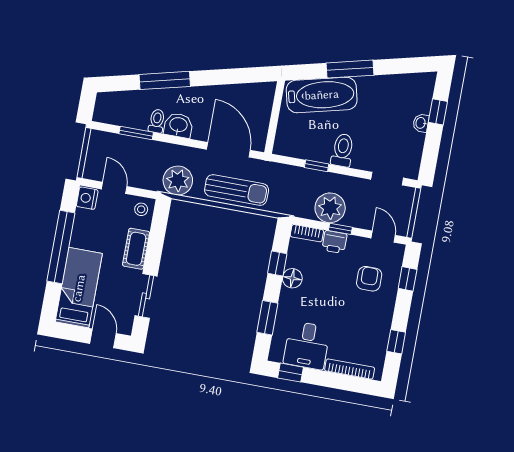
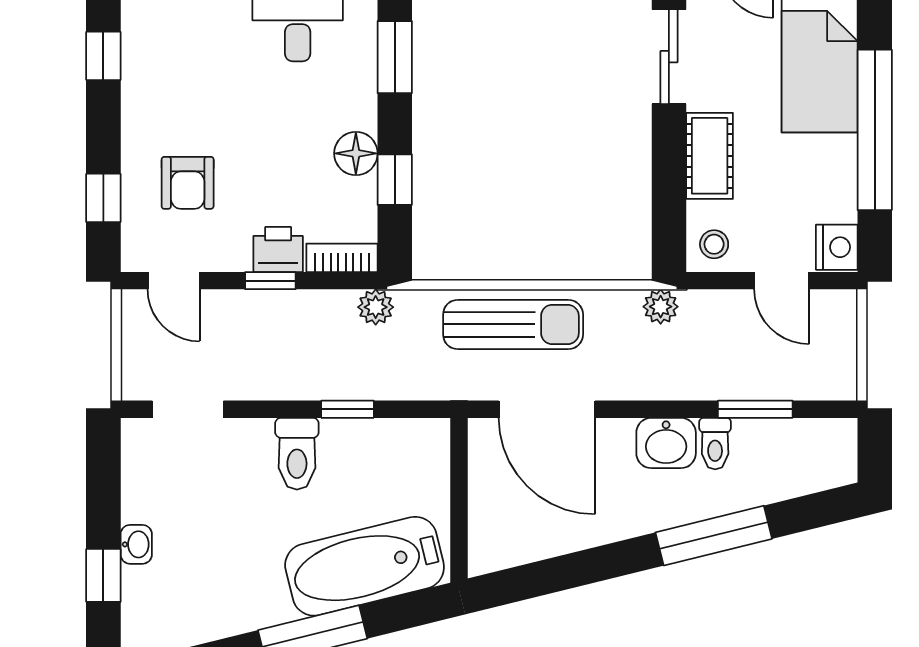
plant: (178, 181) -> (661, 307), width x0.53, depth x0.53
sun lounger: (237, 190) -> (513, 324), turned 180
plant: (330, 208) -> (376, 307), moved, width x0.53, depth x0.53

